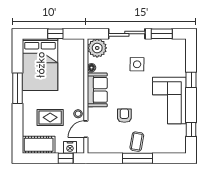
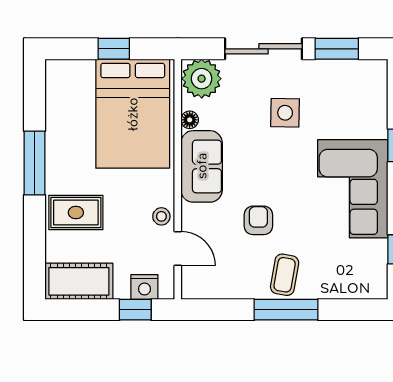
bed: (40, 65) -> (133, 114), moved
rug: (50, 117) -> (76, 212), moved
door: (86, 129) -> (178, 249), swing flipped

